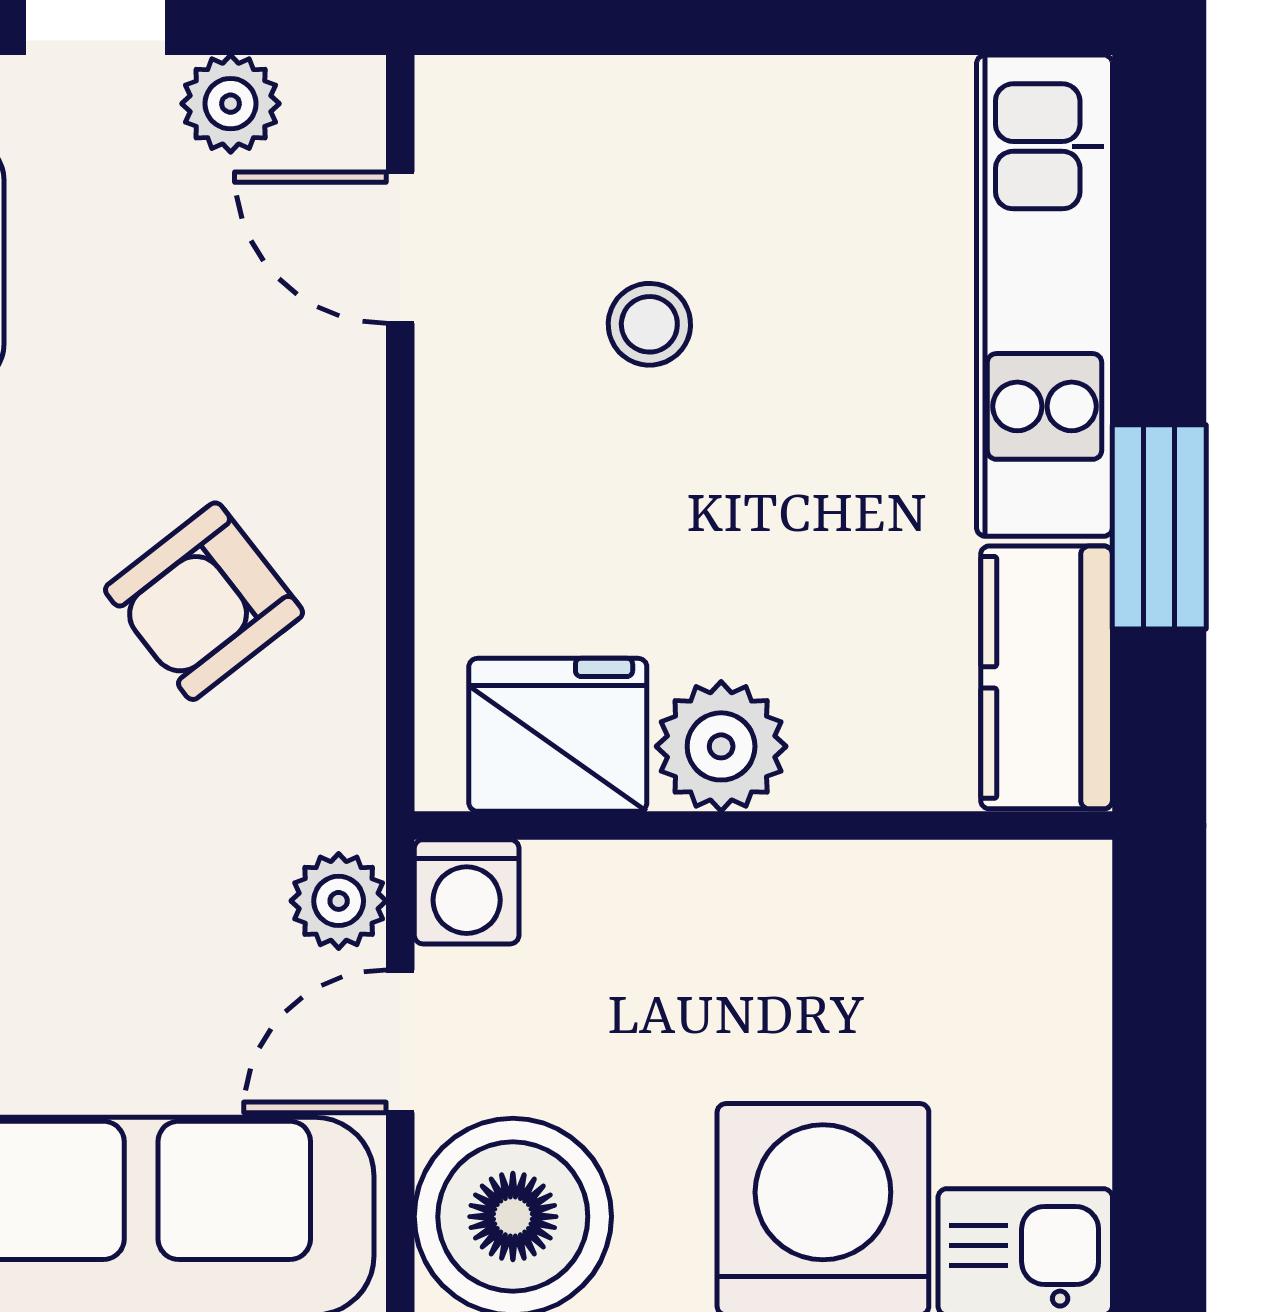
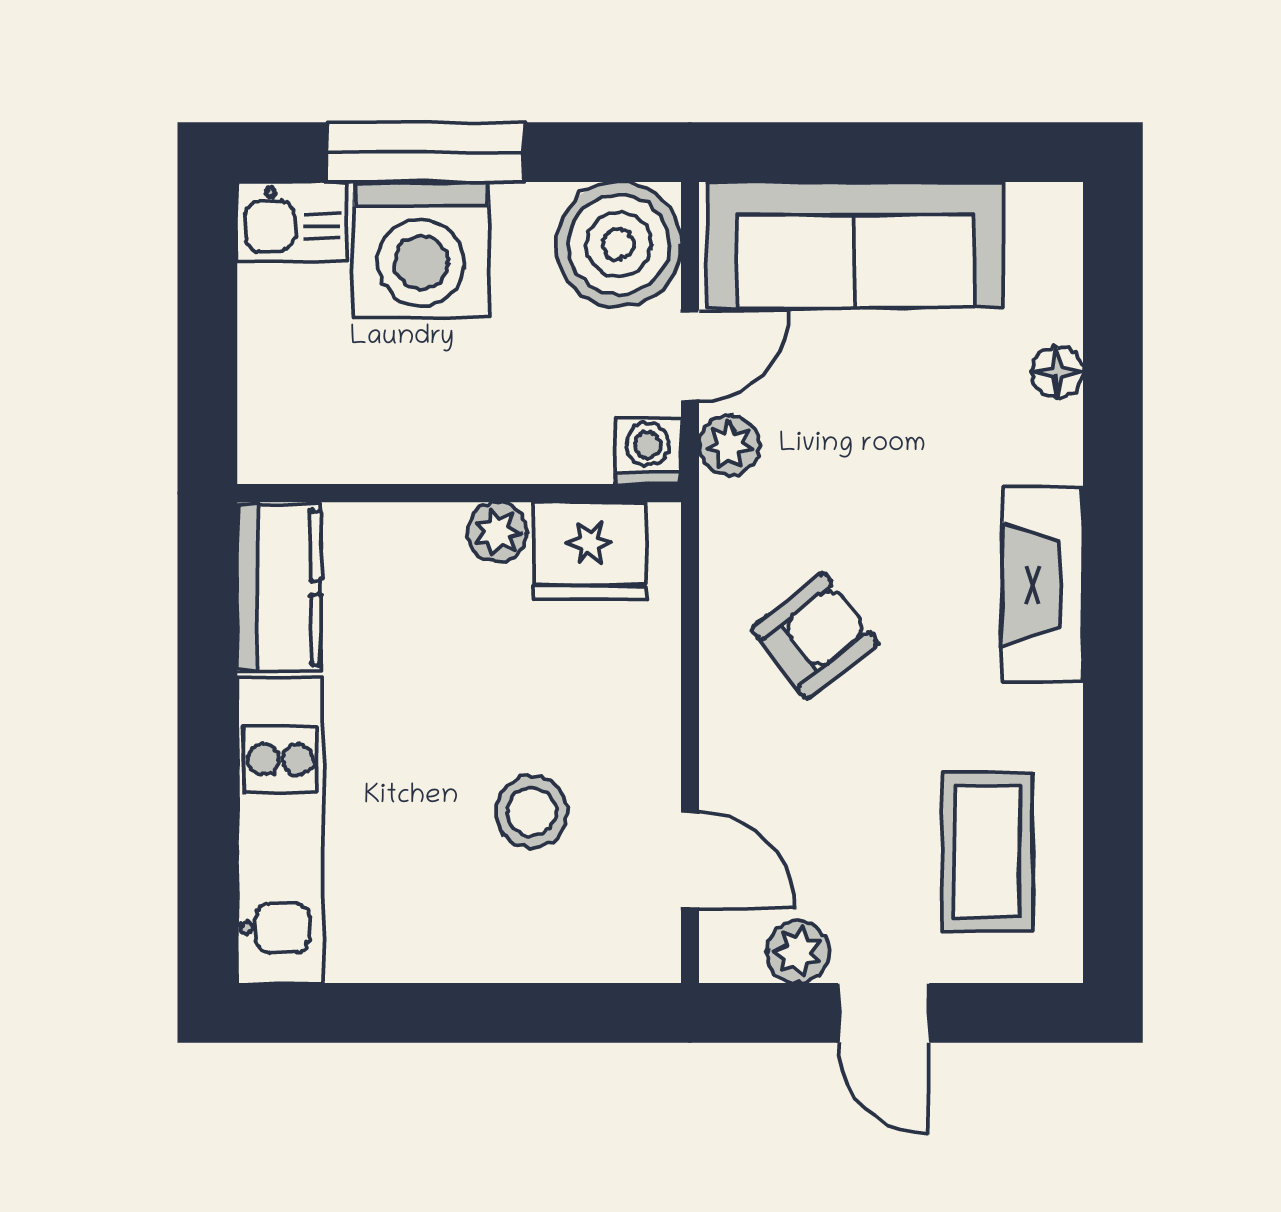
stool: (649, 324) -> (532, 812), width x1.37, depth x1.37
window: (1159, 527) -> (207, 683), removed
plant: (721, 746) -> (497, 532), width x0.73, depth x0.73

